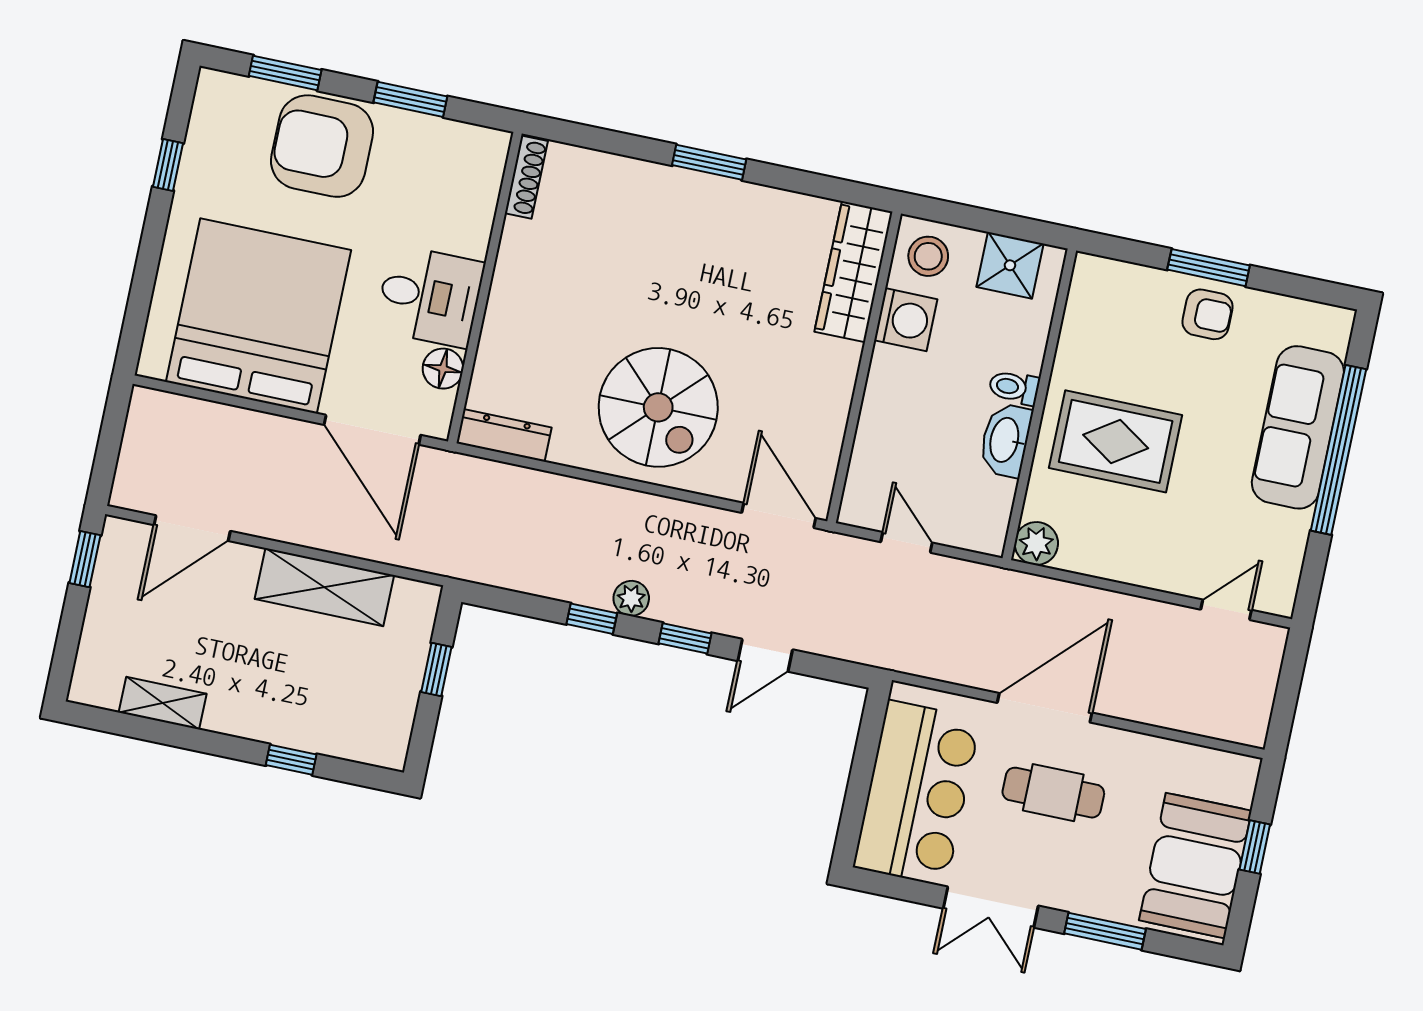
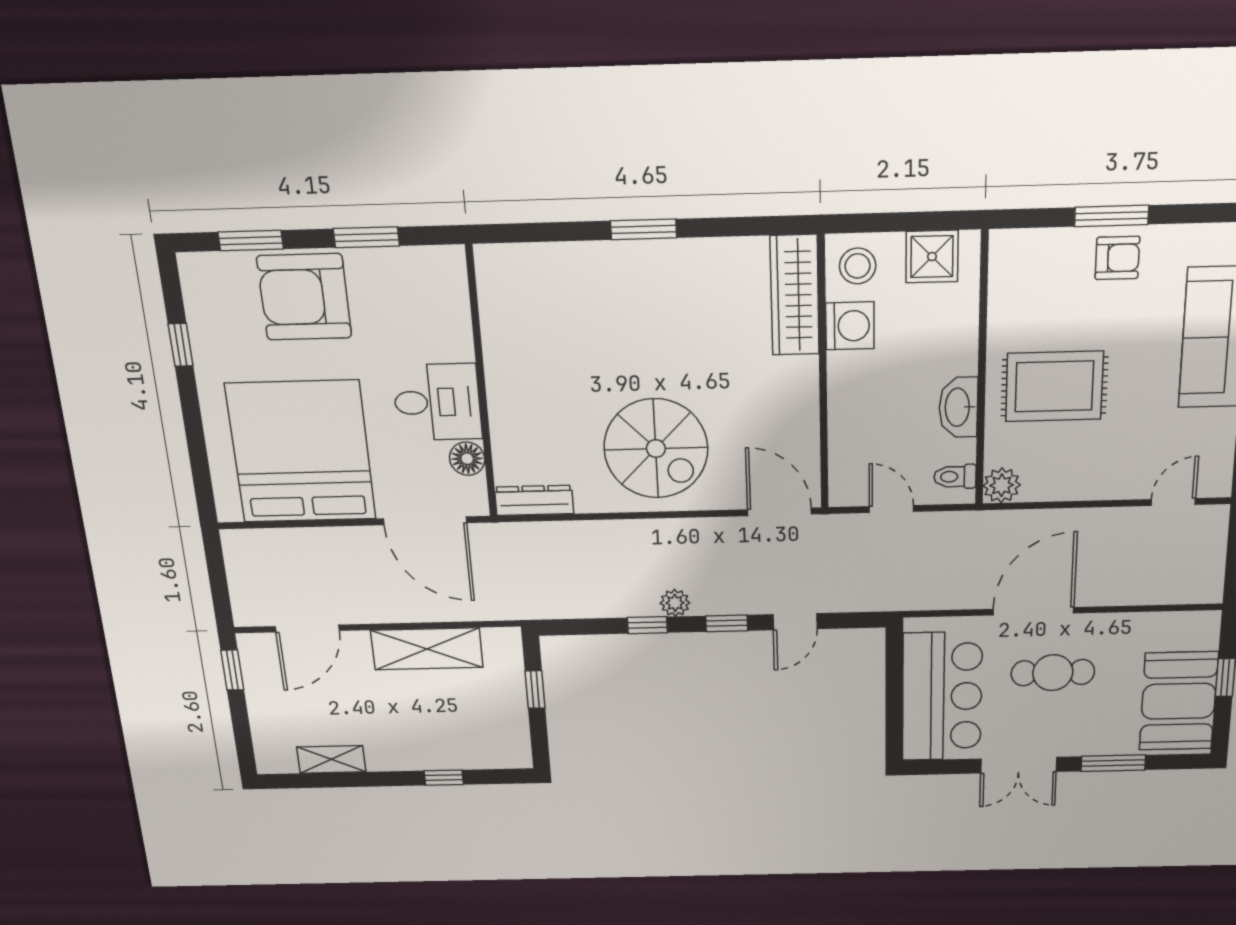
shoe rack: (526, 177) -> (488, 281), removed
toilet: (1014, 387) -> (955, 477), moved

